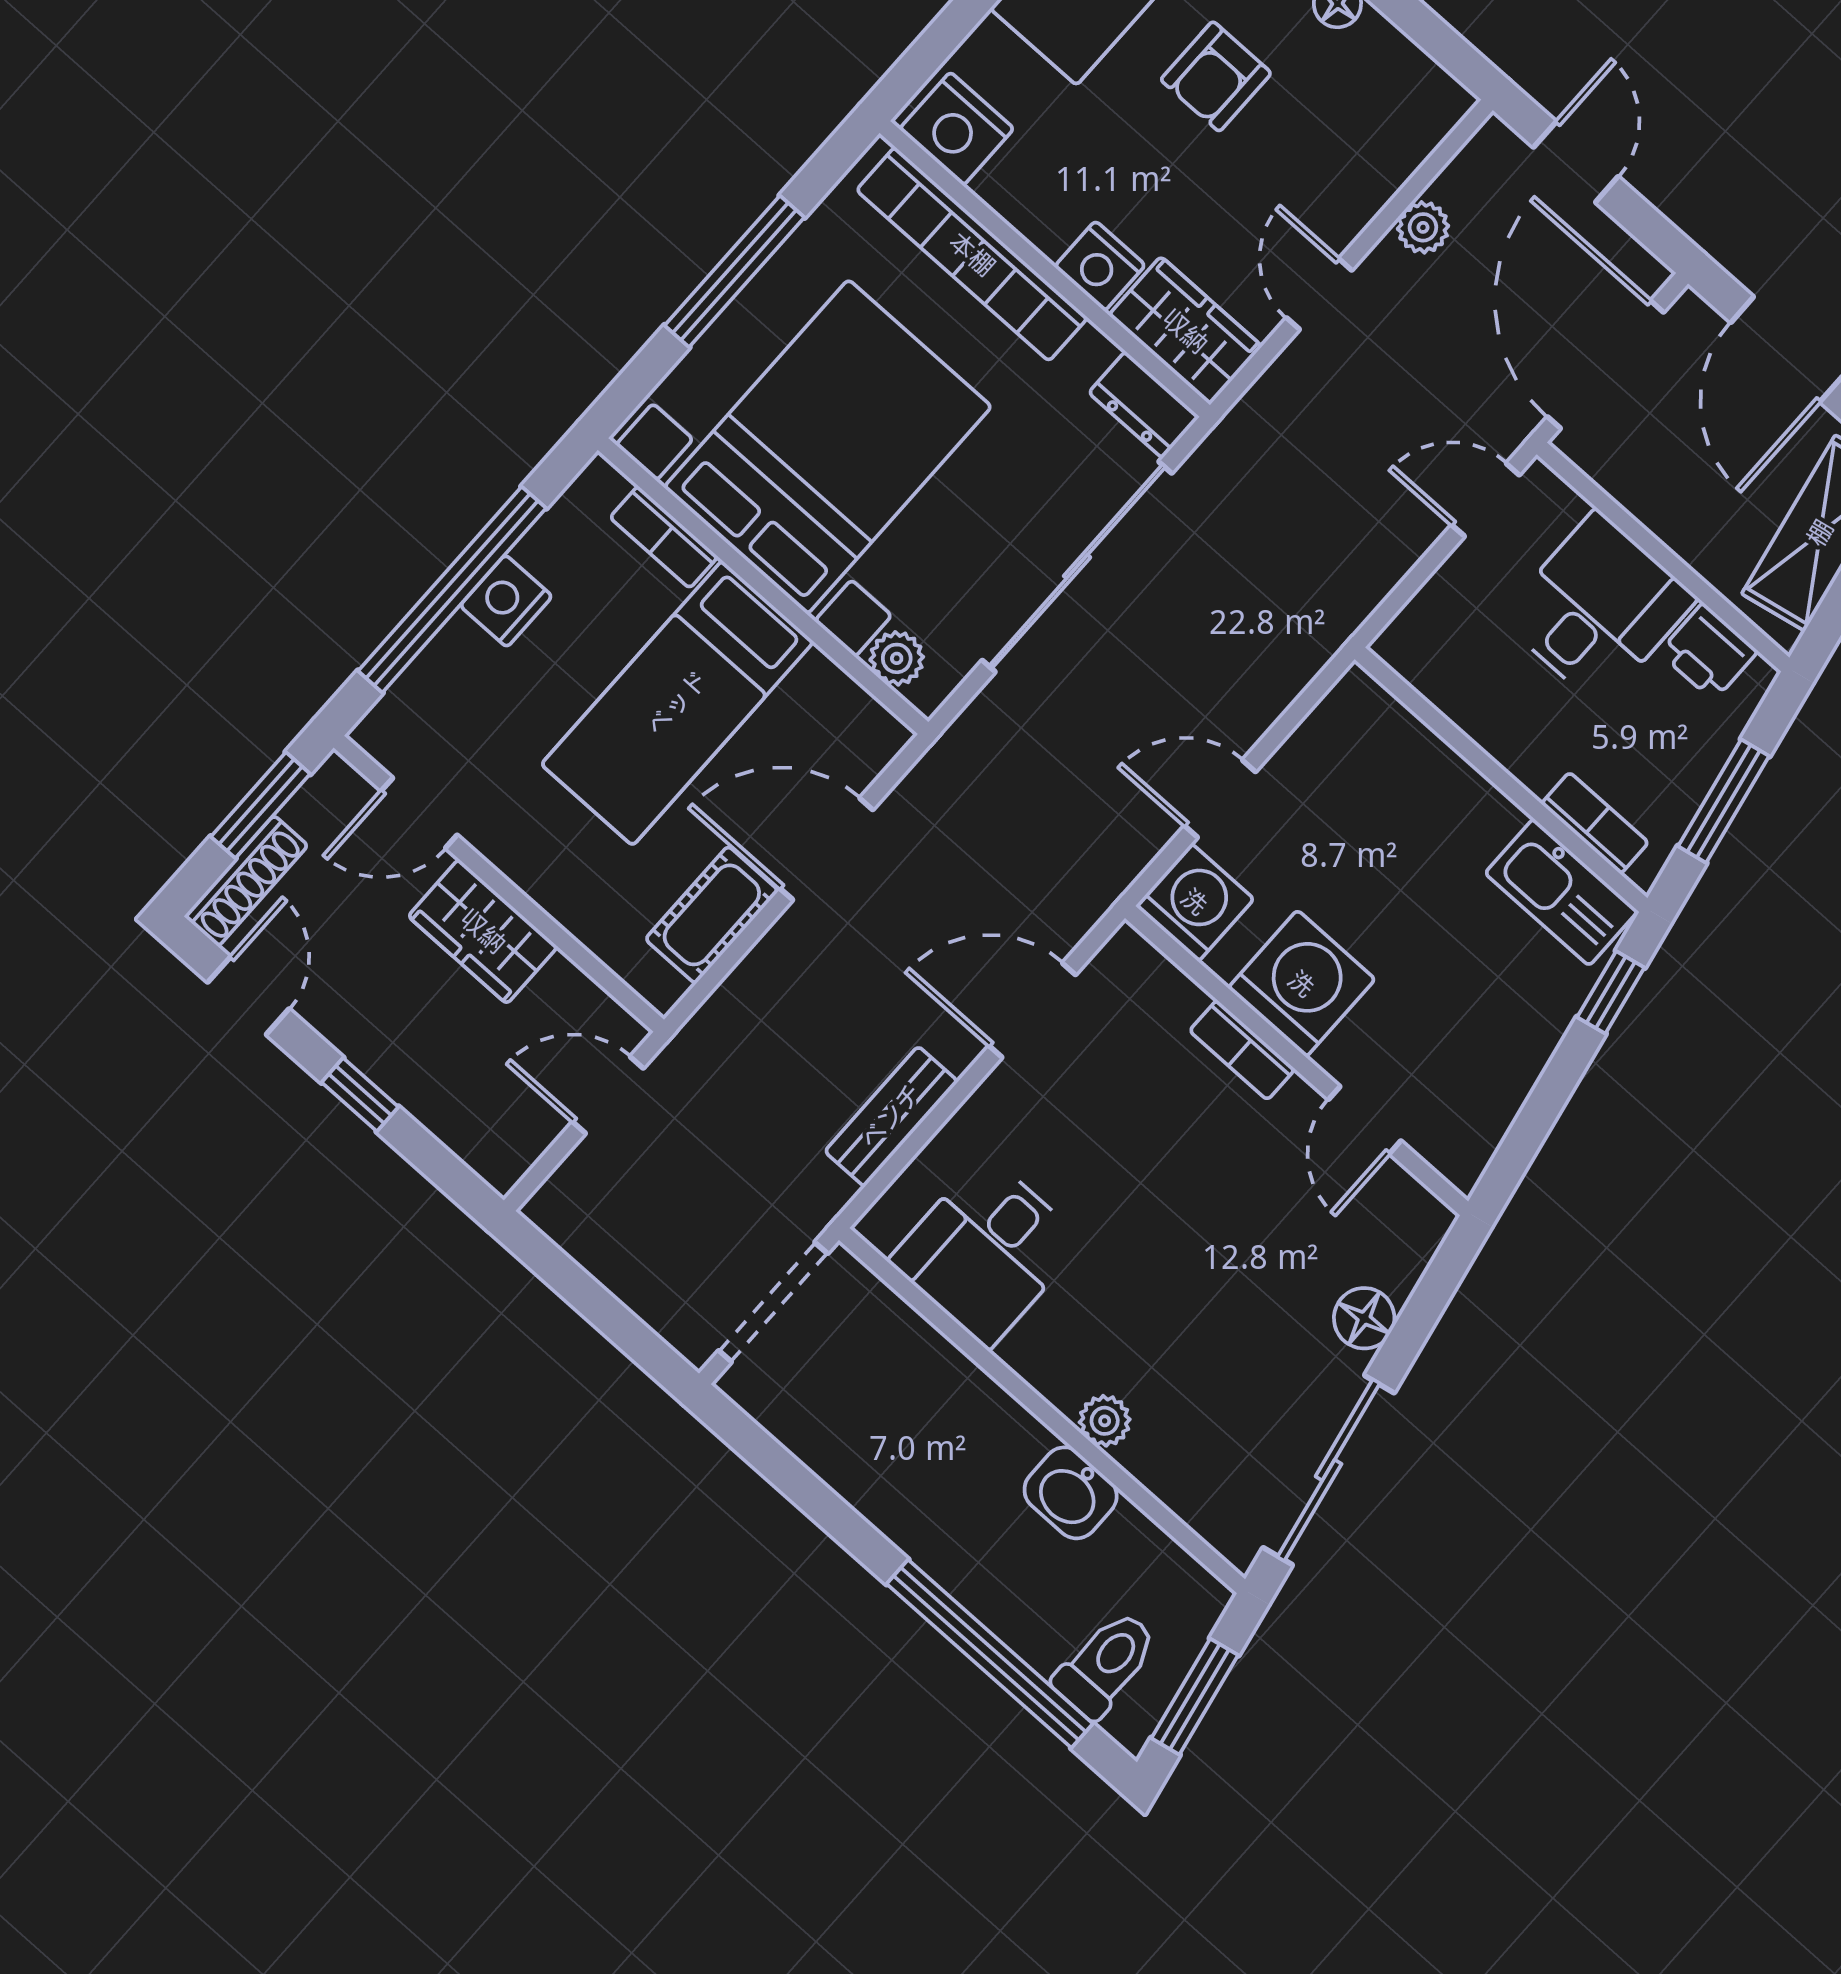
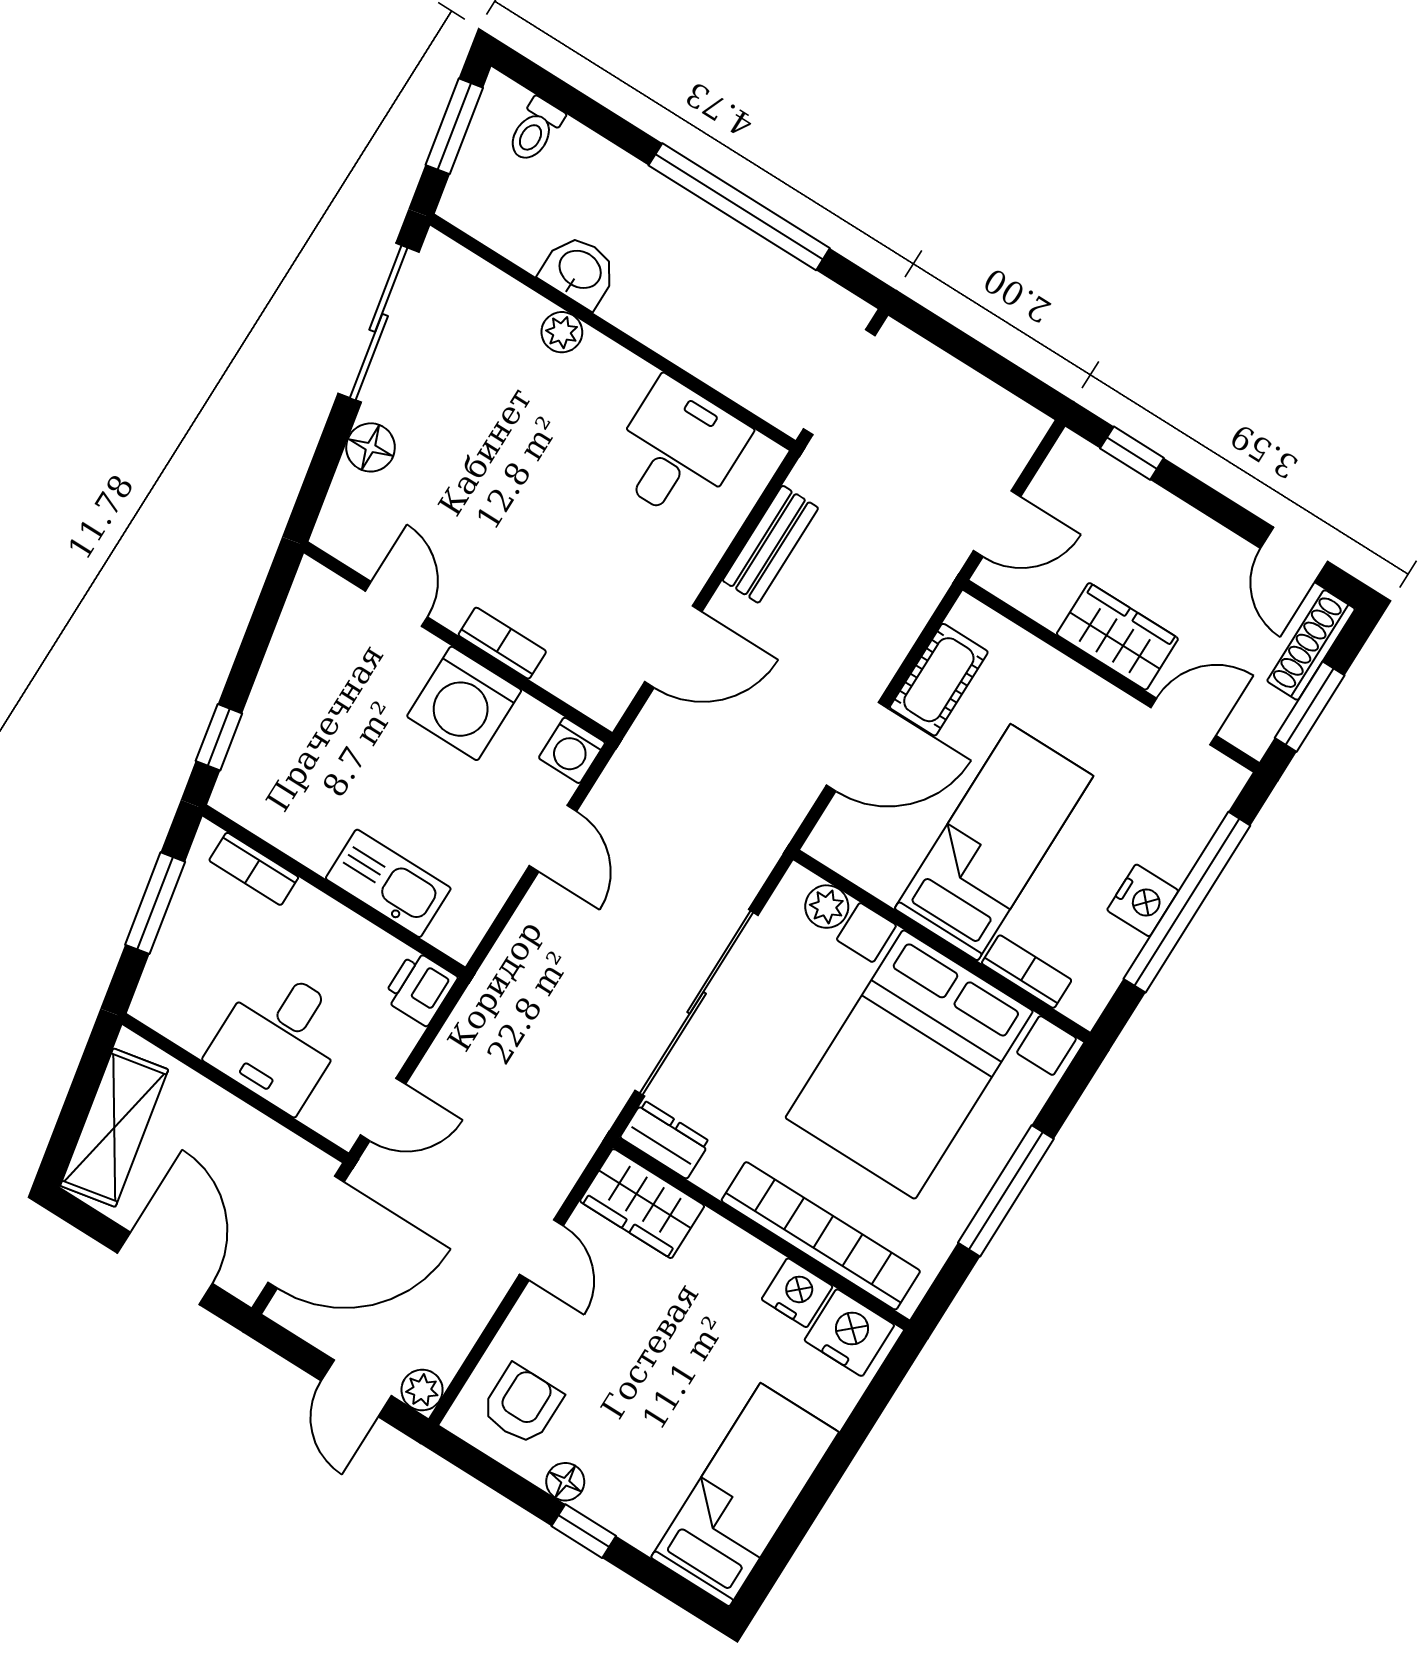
armchair: (1216, 76) -> (522, 1405), moved
plant: (1423, 227) -> (422, 1390), moved
nightstand: (1100, 266) -> (797, 1293), moved
door: (1606, 365) -> (306, 1232), hinge flipped
printer: (1708, 652) -> (420, 988), moved, turned -90
door: (1220, 799) -> (553, 839), hinge flipped
kitchen sink: (1561, 892) -> (388, 883), moved
washing machine: (1195, 902) -> (572, 750), width x0.73, depth x0.73
window: (360, 1095) -> (1132, 453), moved
window: (990, 1654) -> (739, 207), moved
toilet: (1106, 1664) -> (535, 130), width x0.73, depth x0.72

